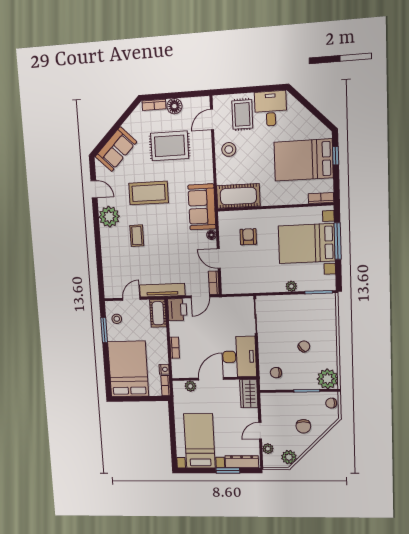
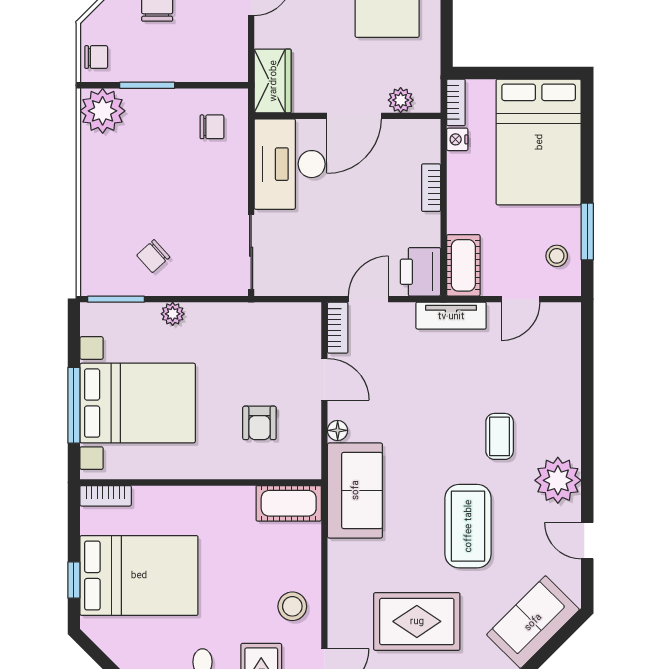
coffee table: (149, 193) -> (468, 526), turned 90
cot: (238, 196) -> (289, 503), width x0.73, depth x0.75
tv unit: (162, 290) -> (451, 316), width x0.71
chair: (304, 346) -> (153, 256), moved

